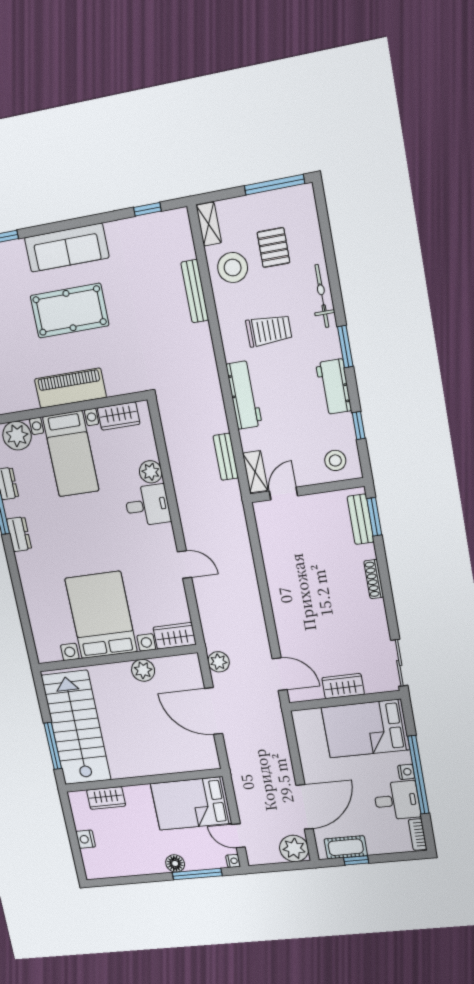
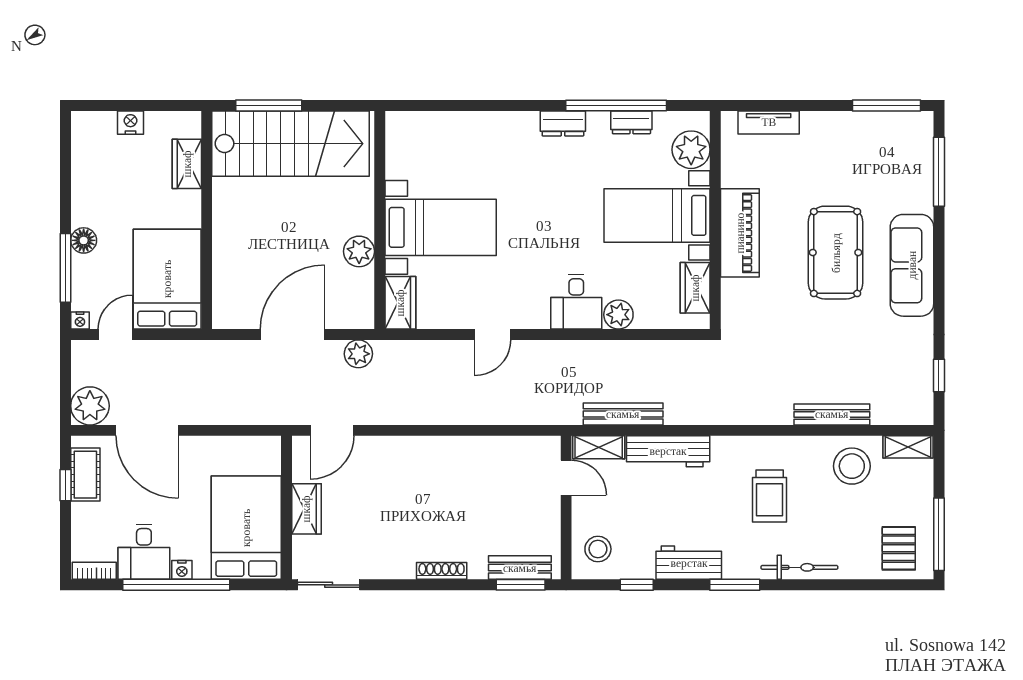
pallet: (273, 248) -> (899, 548), moved, turned 90
workbench: (244, 395) -> (668, 451), moved
bench: (226, 457) -> (623, 414), width x1.36
bed with nightstands: (101, 615) -> (441, 227), width x0.73

